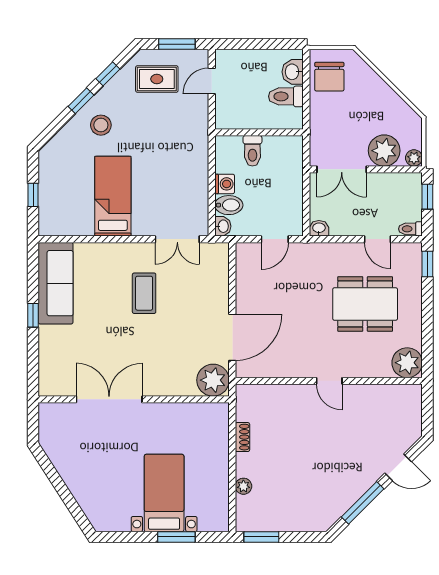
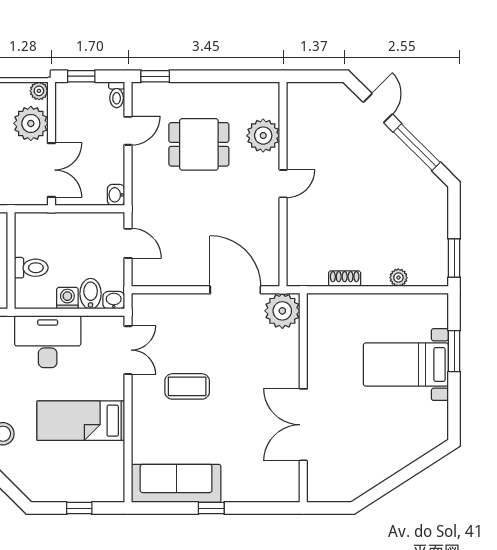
desk: (185, 166) -> (48, 342), added
dining table: (365, 304) -> (199, 144), width x0.73
plant: (407, 363) -> (263, 136), moved

